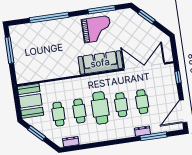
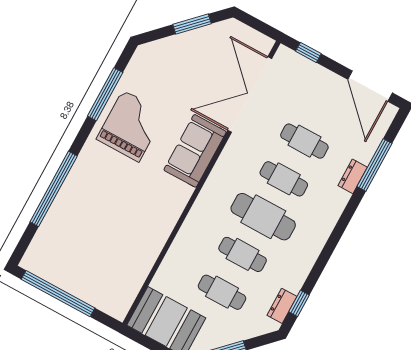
window: (146, 17) -> (192, 24), moved
window: (9, 50) -> (58, 294), width x1.46
sofa: (100, 63) -> (195, 151), width x0.73
window: (77, 148) -> (299, 303), added

